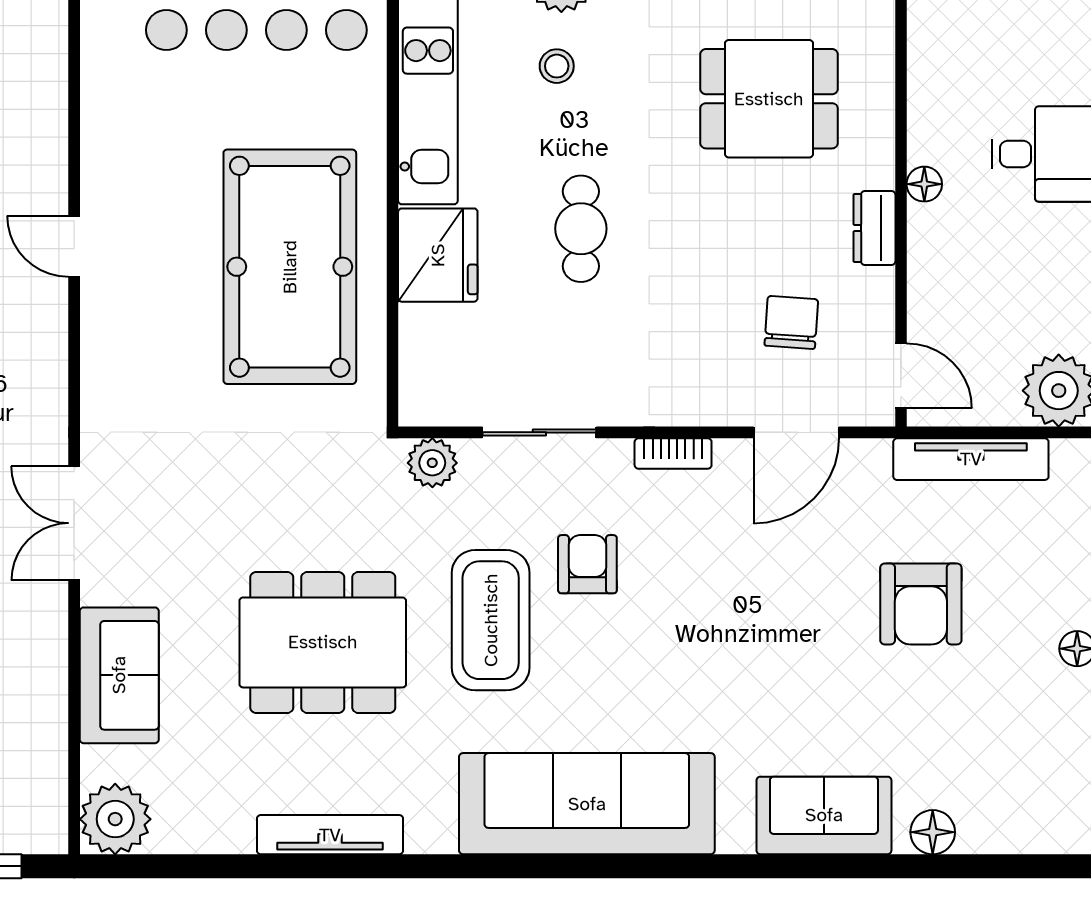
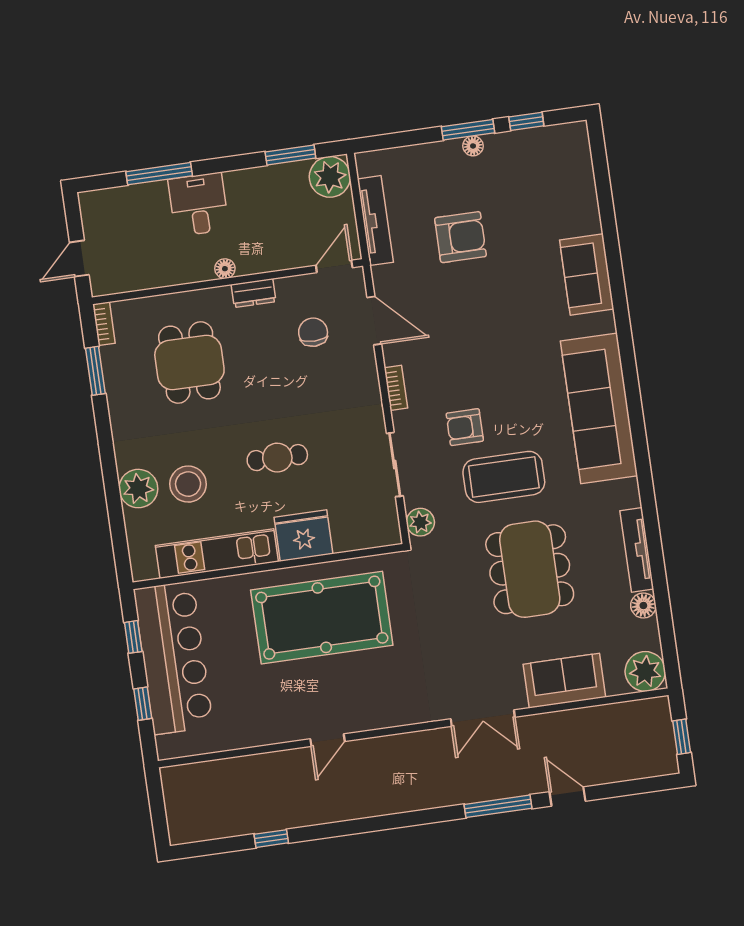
stool: (557, 66) -> (188, 484), width x1.89, depth x1.89
chair: (791, 322) -> (313, 332), turned 86
floor lamp: (933, 832) -> (643, 605), moved

